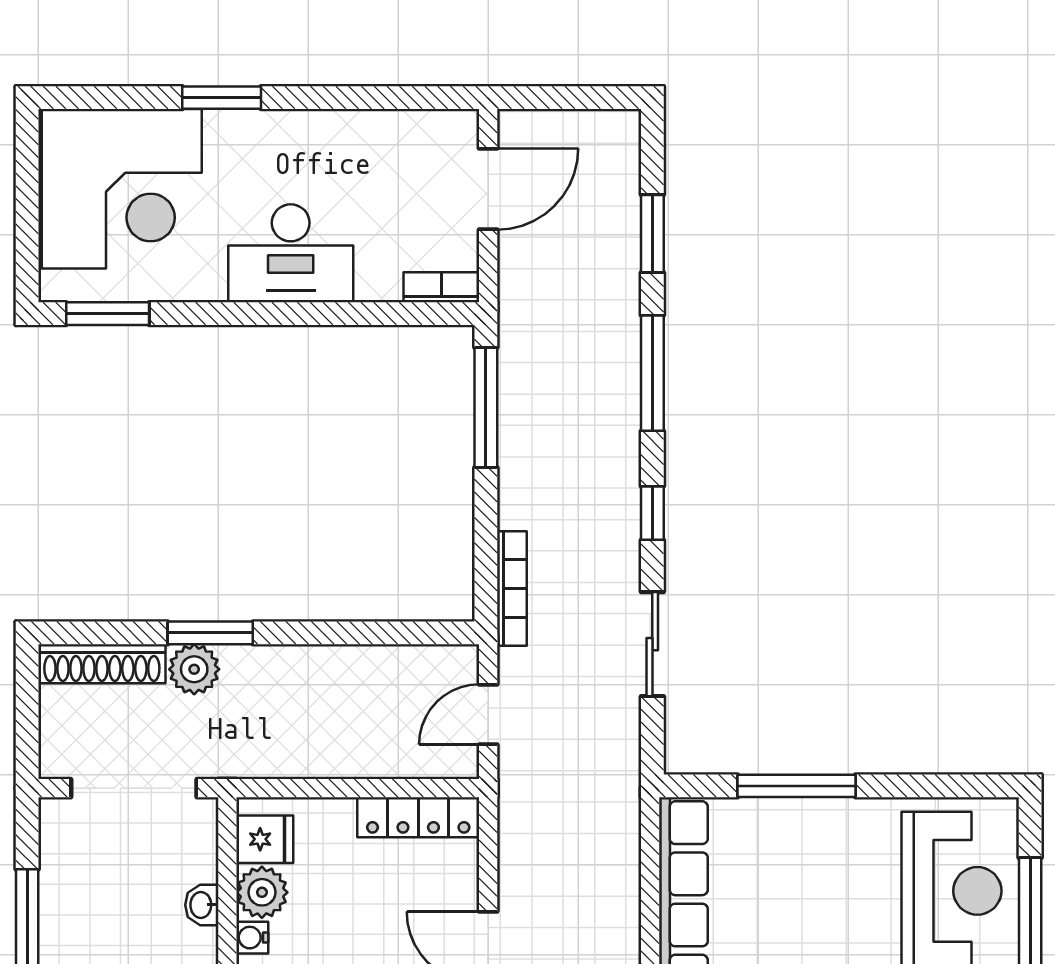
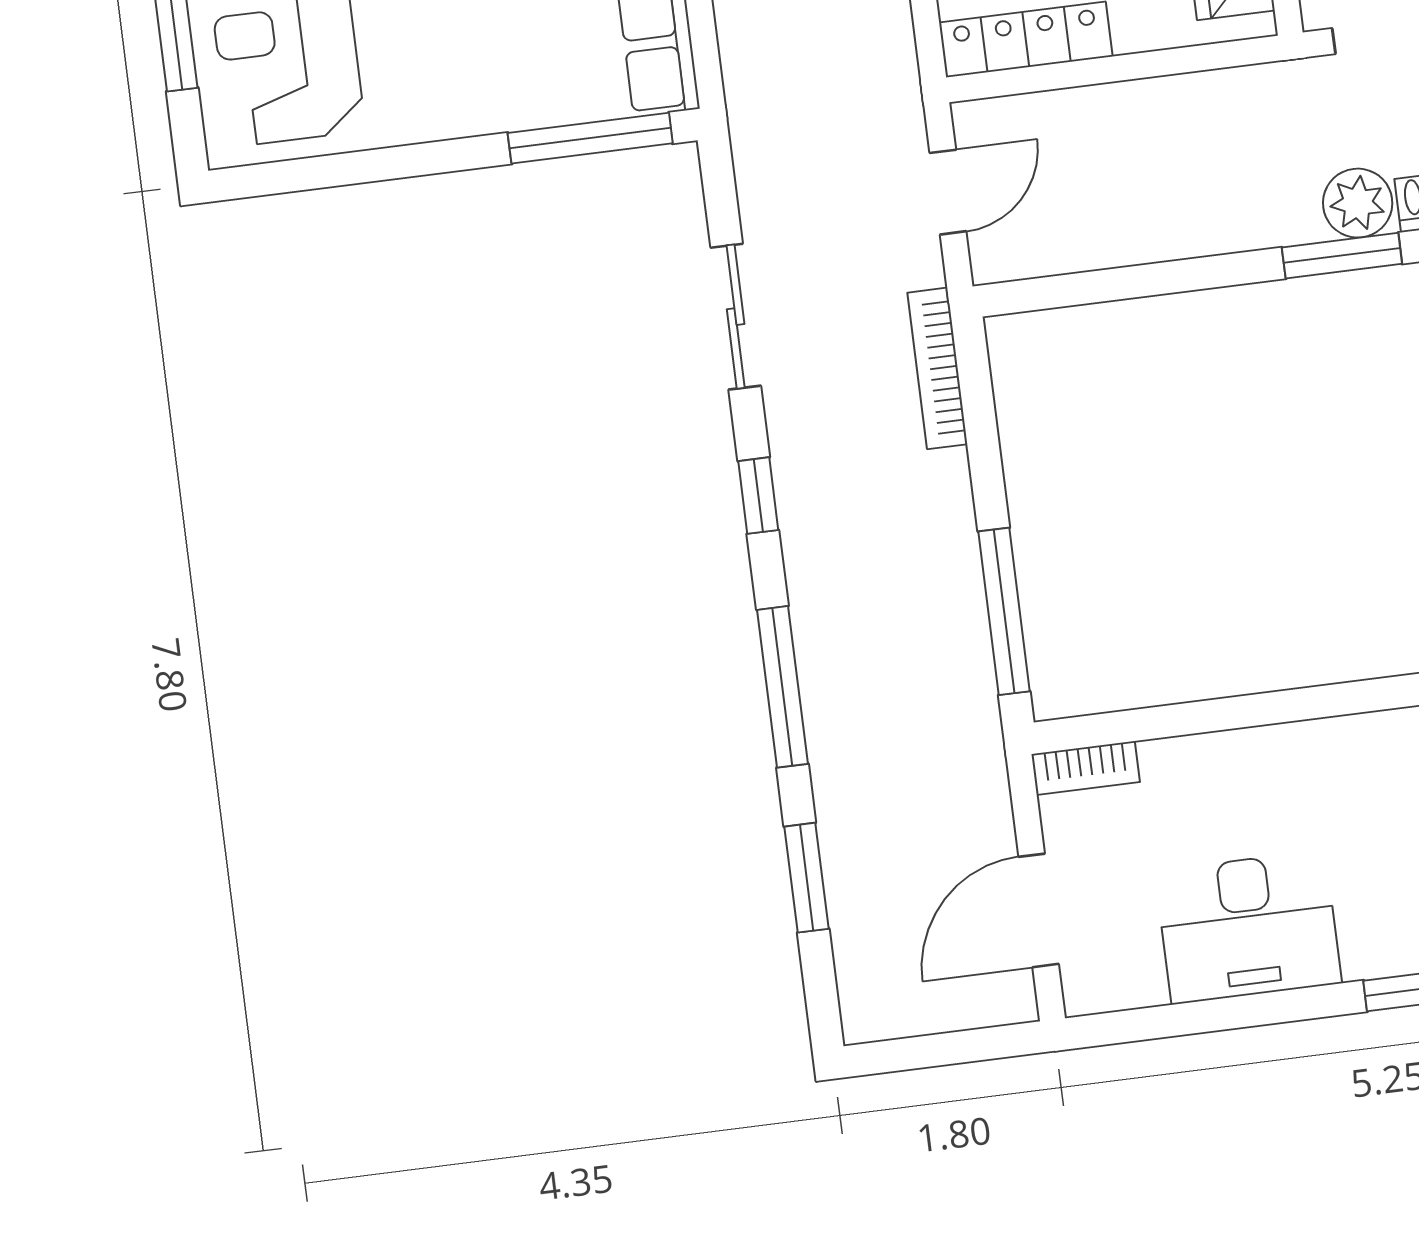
desk: (291, 253) -> (1248, 927), moved, turned 180
window: (796, 786) -> (590, 138), moved

